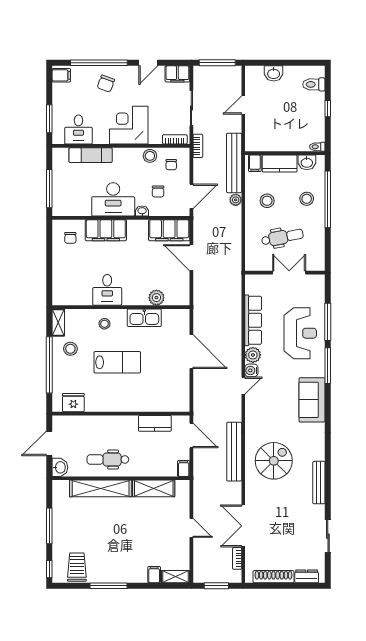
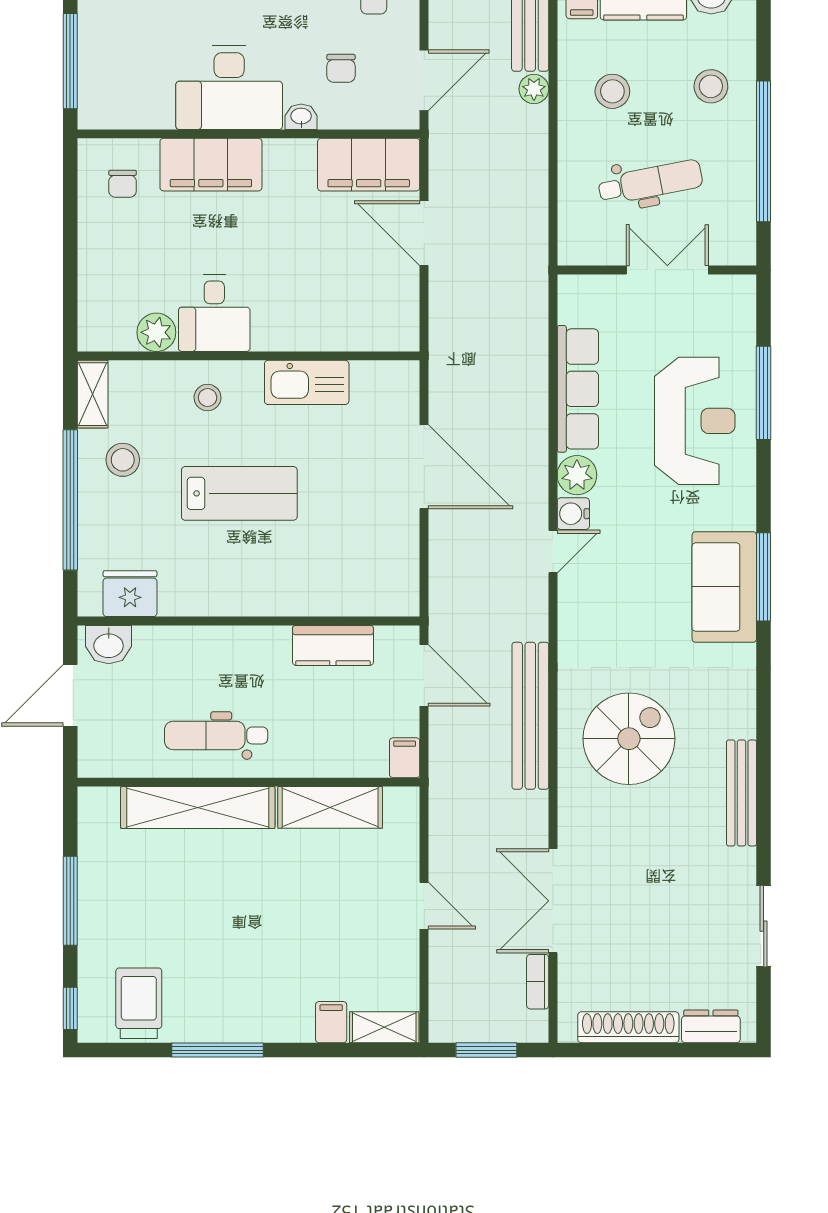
window: (328, 199) -> (764, 151), moved
plant: (156, 298) -> (156, 332), moved
window: (328, 366) -> (764, 577), moved
washbasin: (60, 467) -> (109, 645), moved, turned 90

